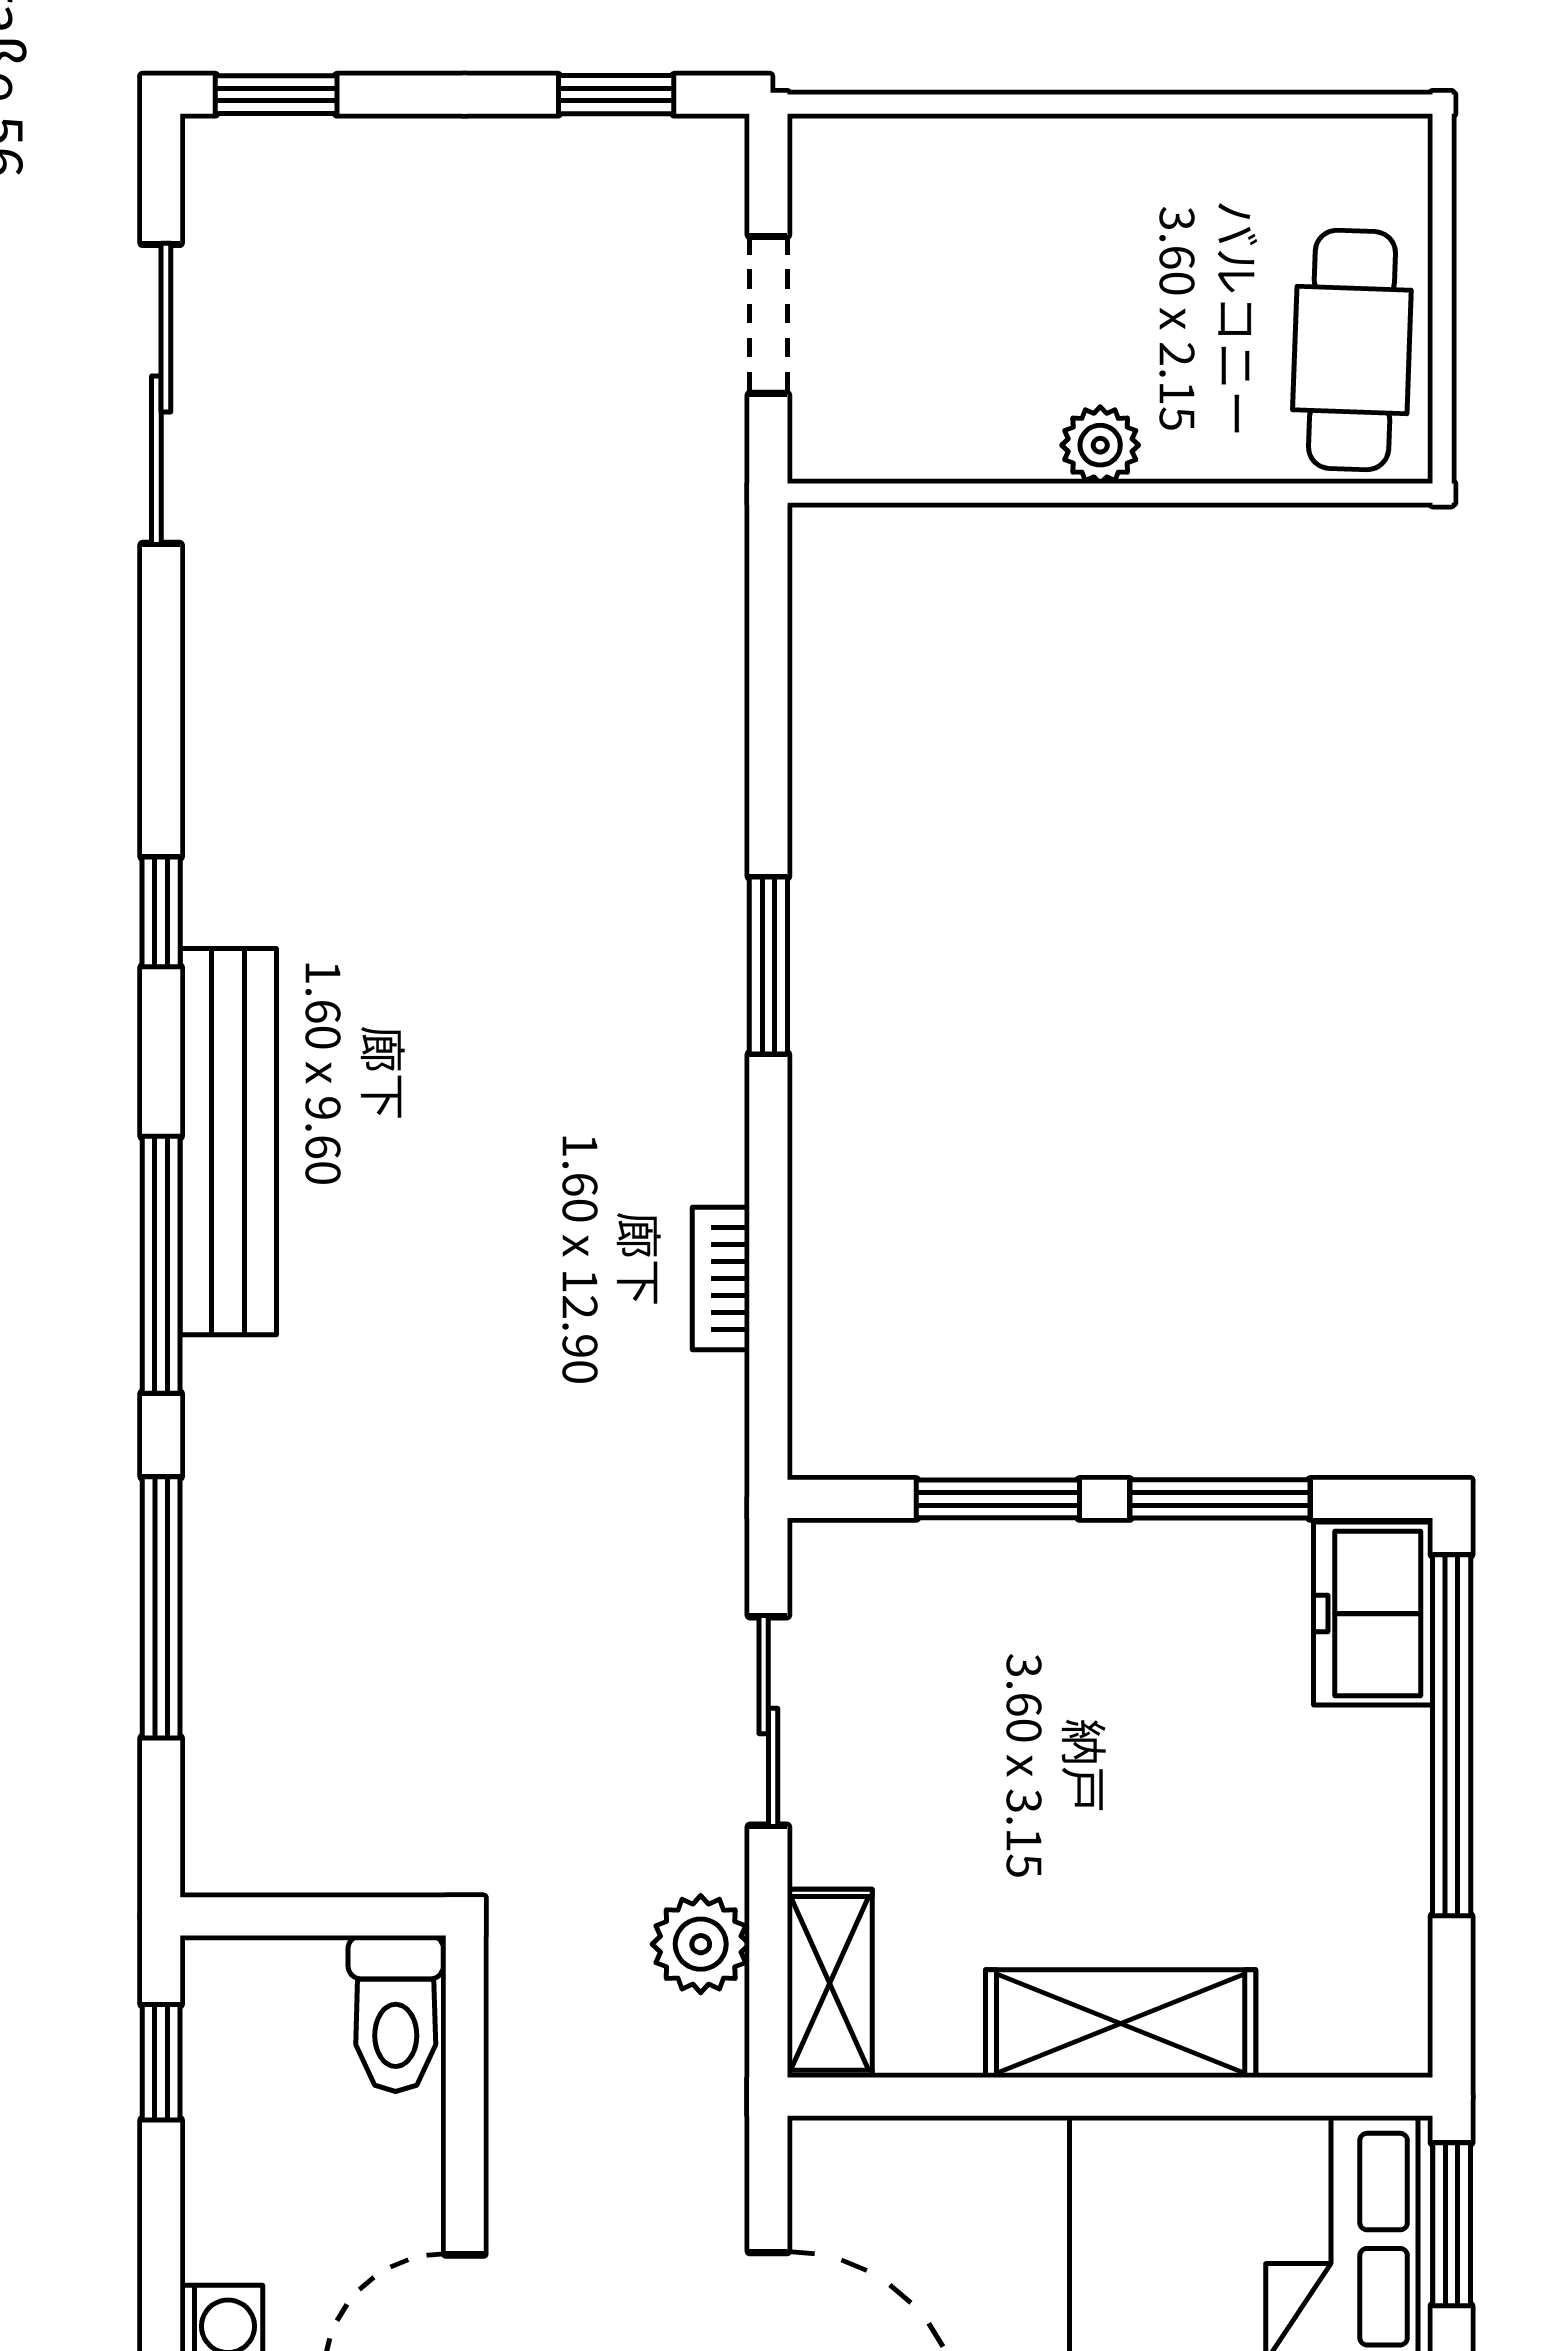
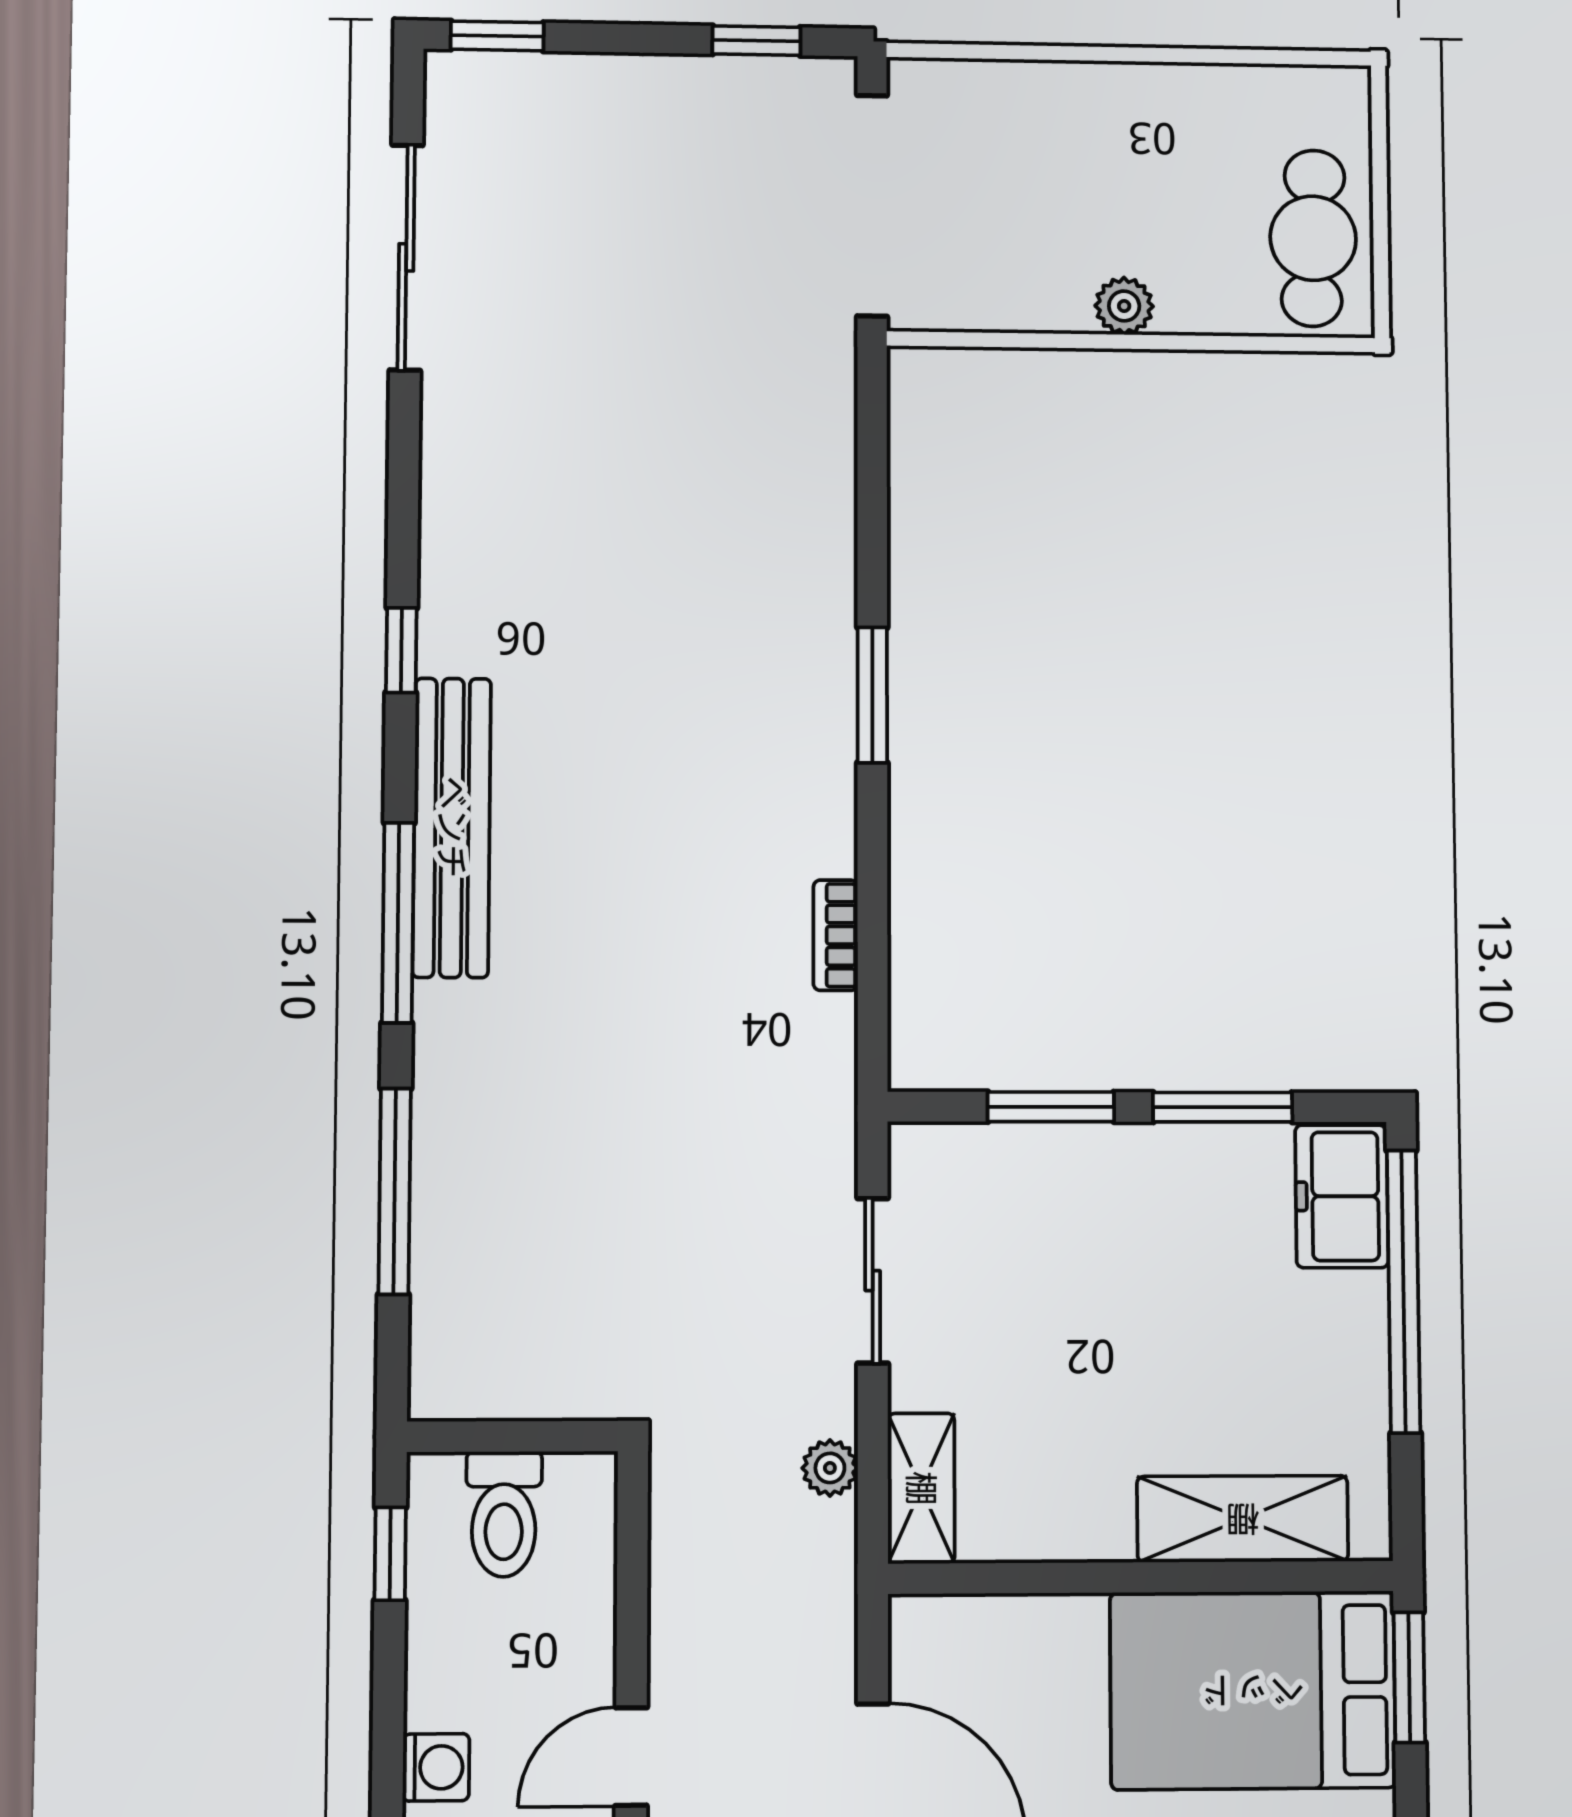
doorway: (768, 315) -> (872, 205), width x1.88
plant: (701, 1944) -> (830, 1468), width x0.73, depth x0.73
toilet: (396, 2014) -> (504, 1514), moved
shelving: (1121, 2024) -> (1243, 1519), moved

